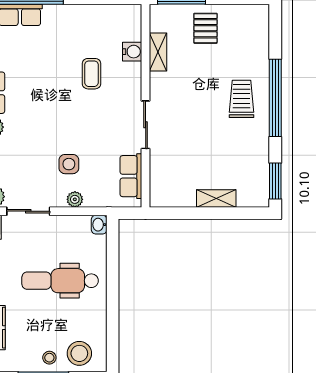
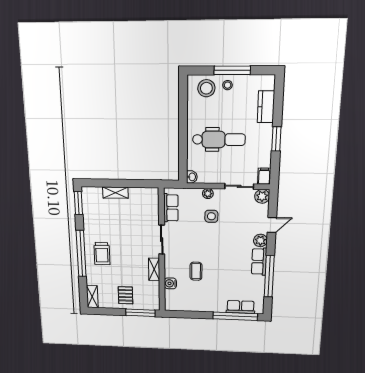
shelving: (261, 24) -> (92, 297), added
shelving: (158, 52) -> (154, 269), moved

